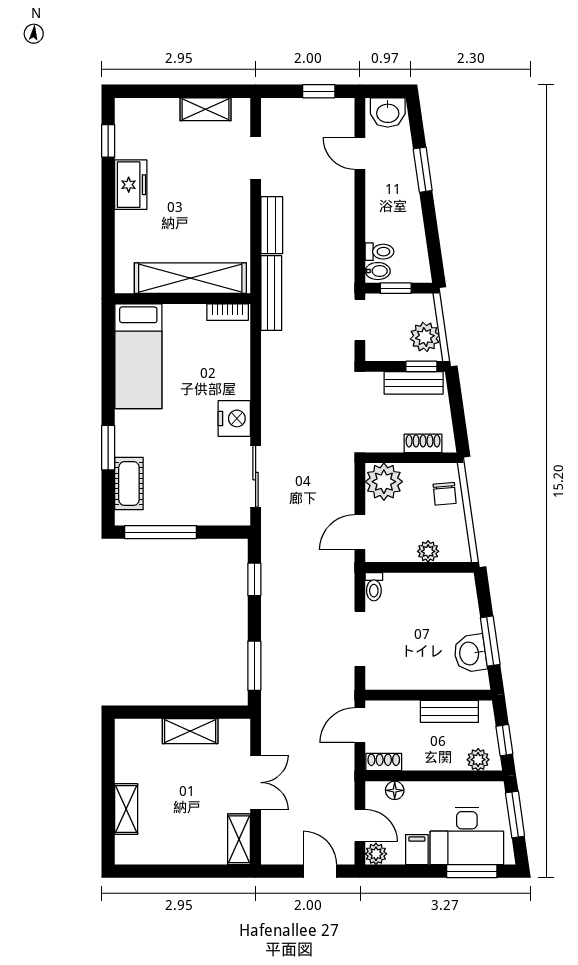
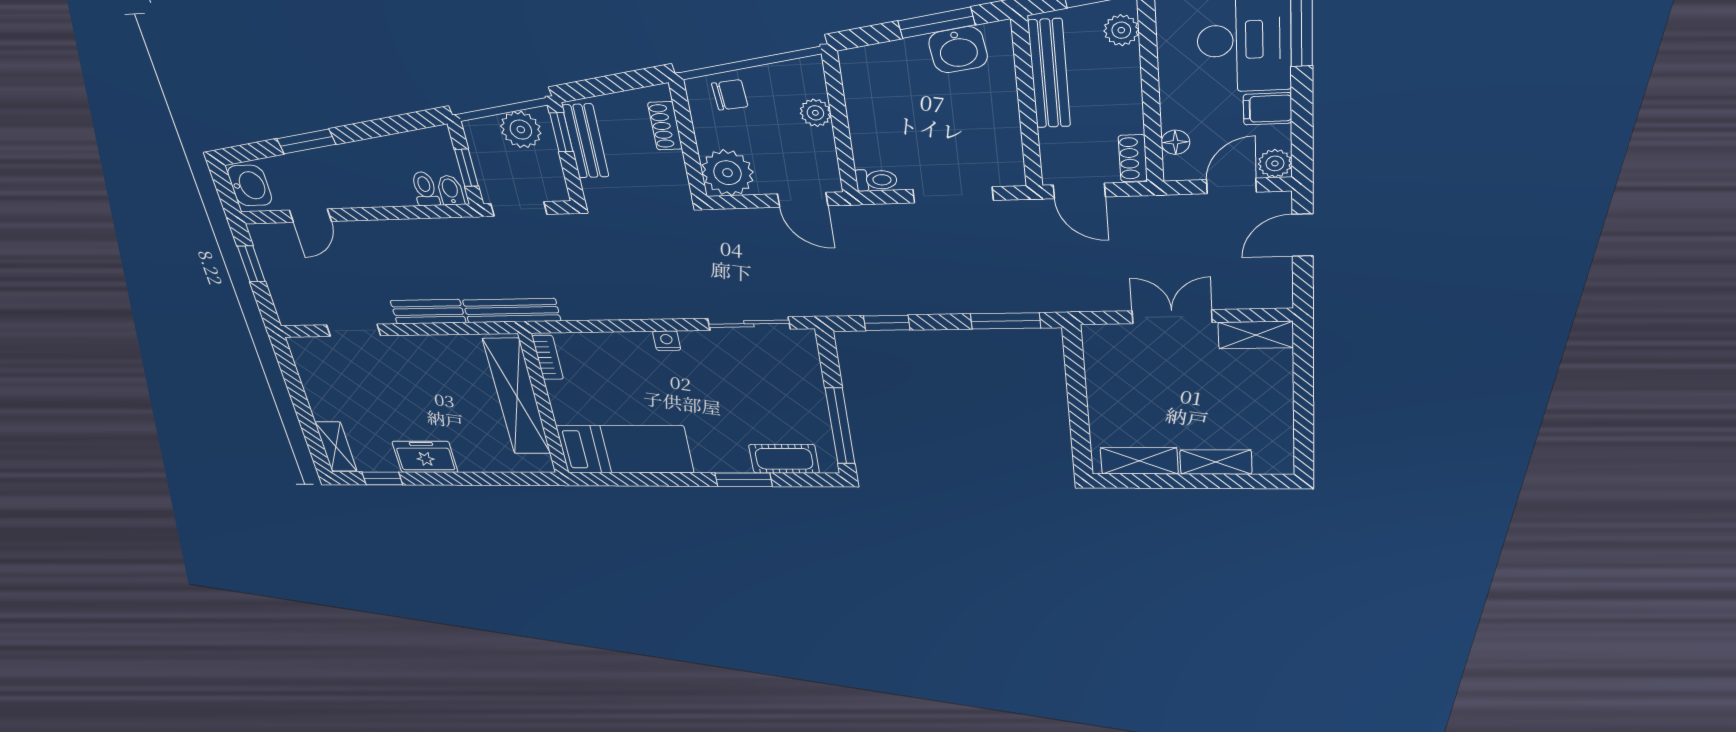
shelving: (206, 109) -> (336, 447), moved
nightstand: (234, 418) -> (667, 341), width x0.53, depth x0.56
bench: (449, 711) -> (1049, 74), width x1.36
shelving: (190, 731) -> (1139, 461), moved, turned 90

